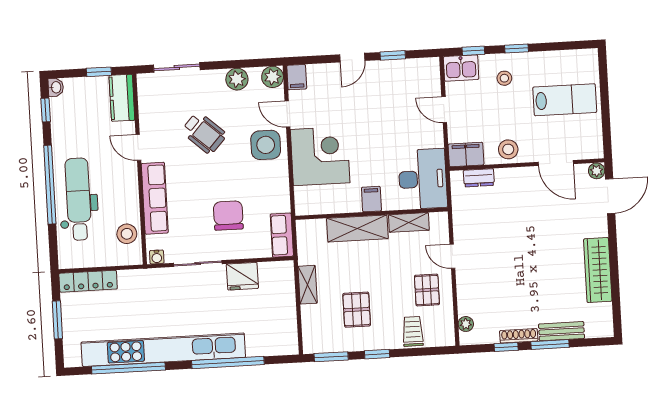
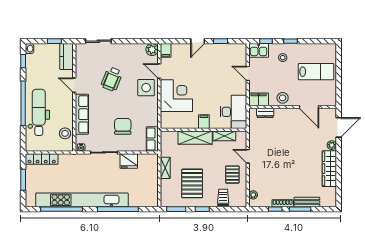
plant: (237, 79) -> (132, 50), removed
wheelchair: (204, 133) -> (112, 79), turned 70
plant: (597, 171) -> (332, 145), moved
pallet: (357, 310) -> (192, 183), width x1.50, depth x1.42

